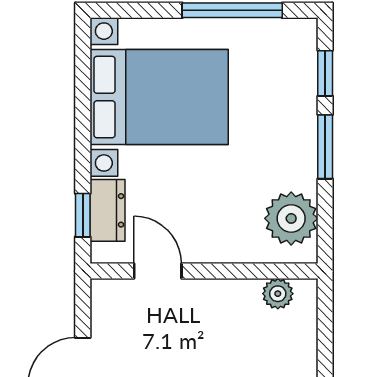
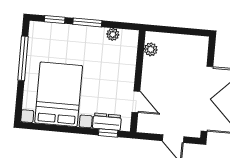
plant: (291, 218) -> (113, 34), width x0.53, depth x0.53
door: (158, 271) -> (136, 102), swing flipped

